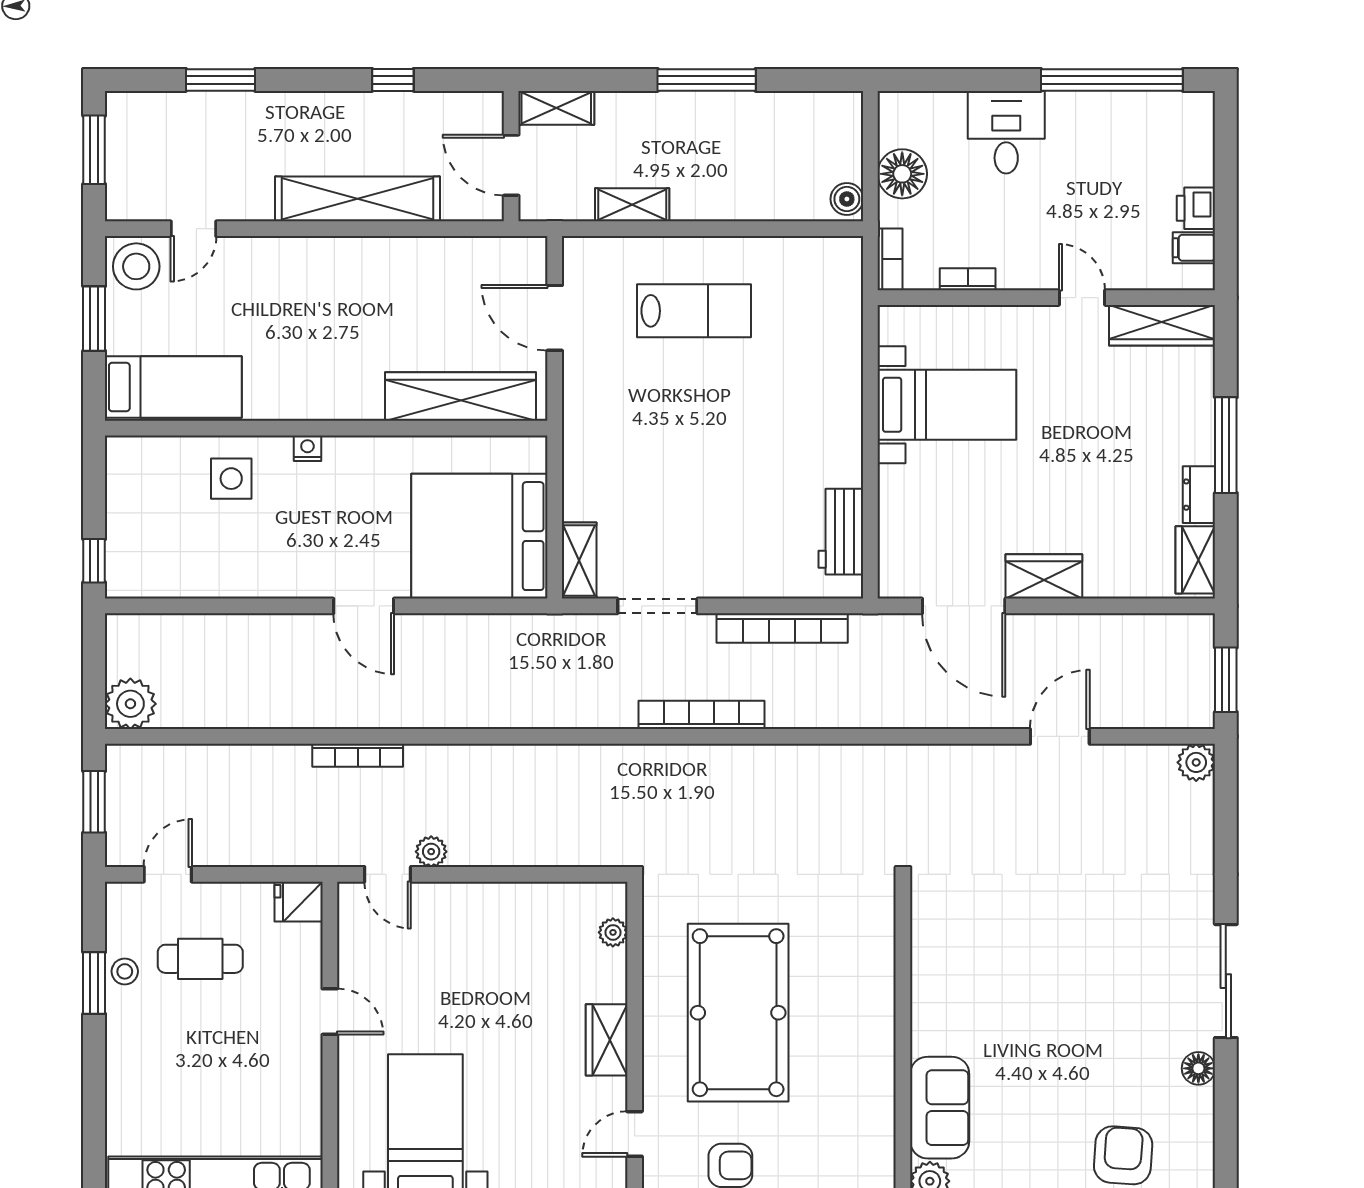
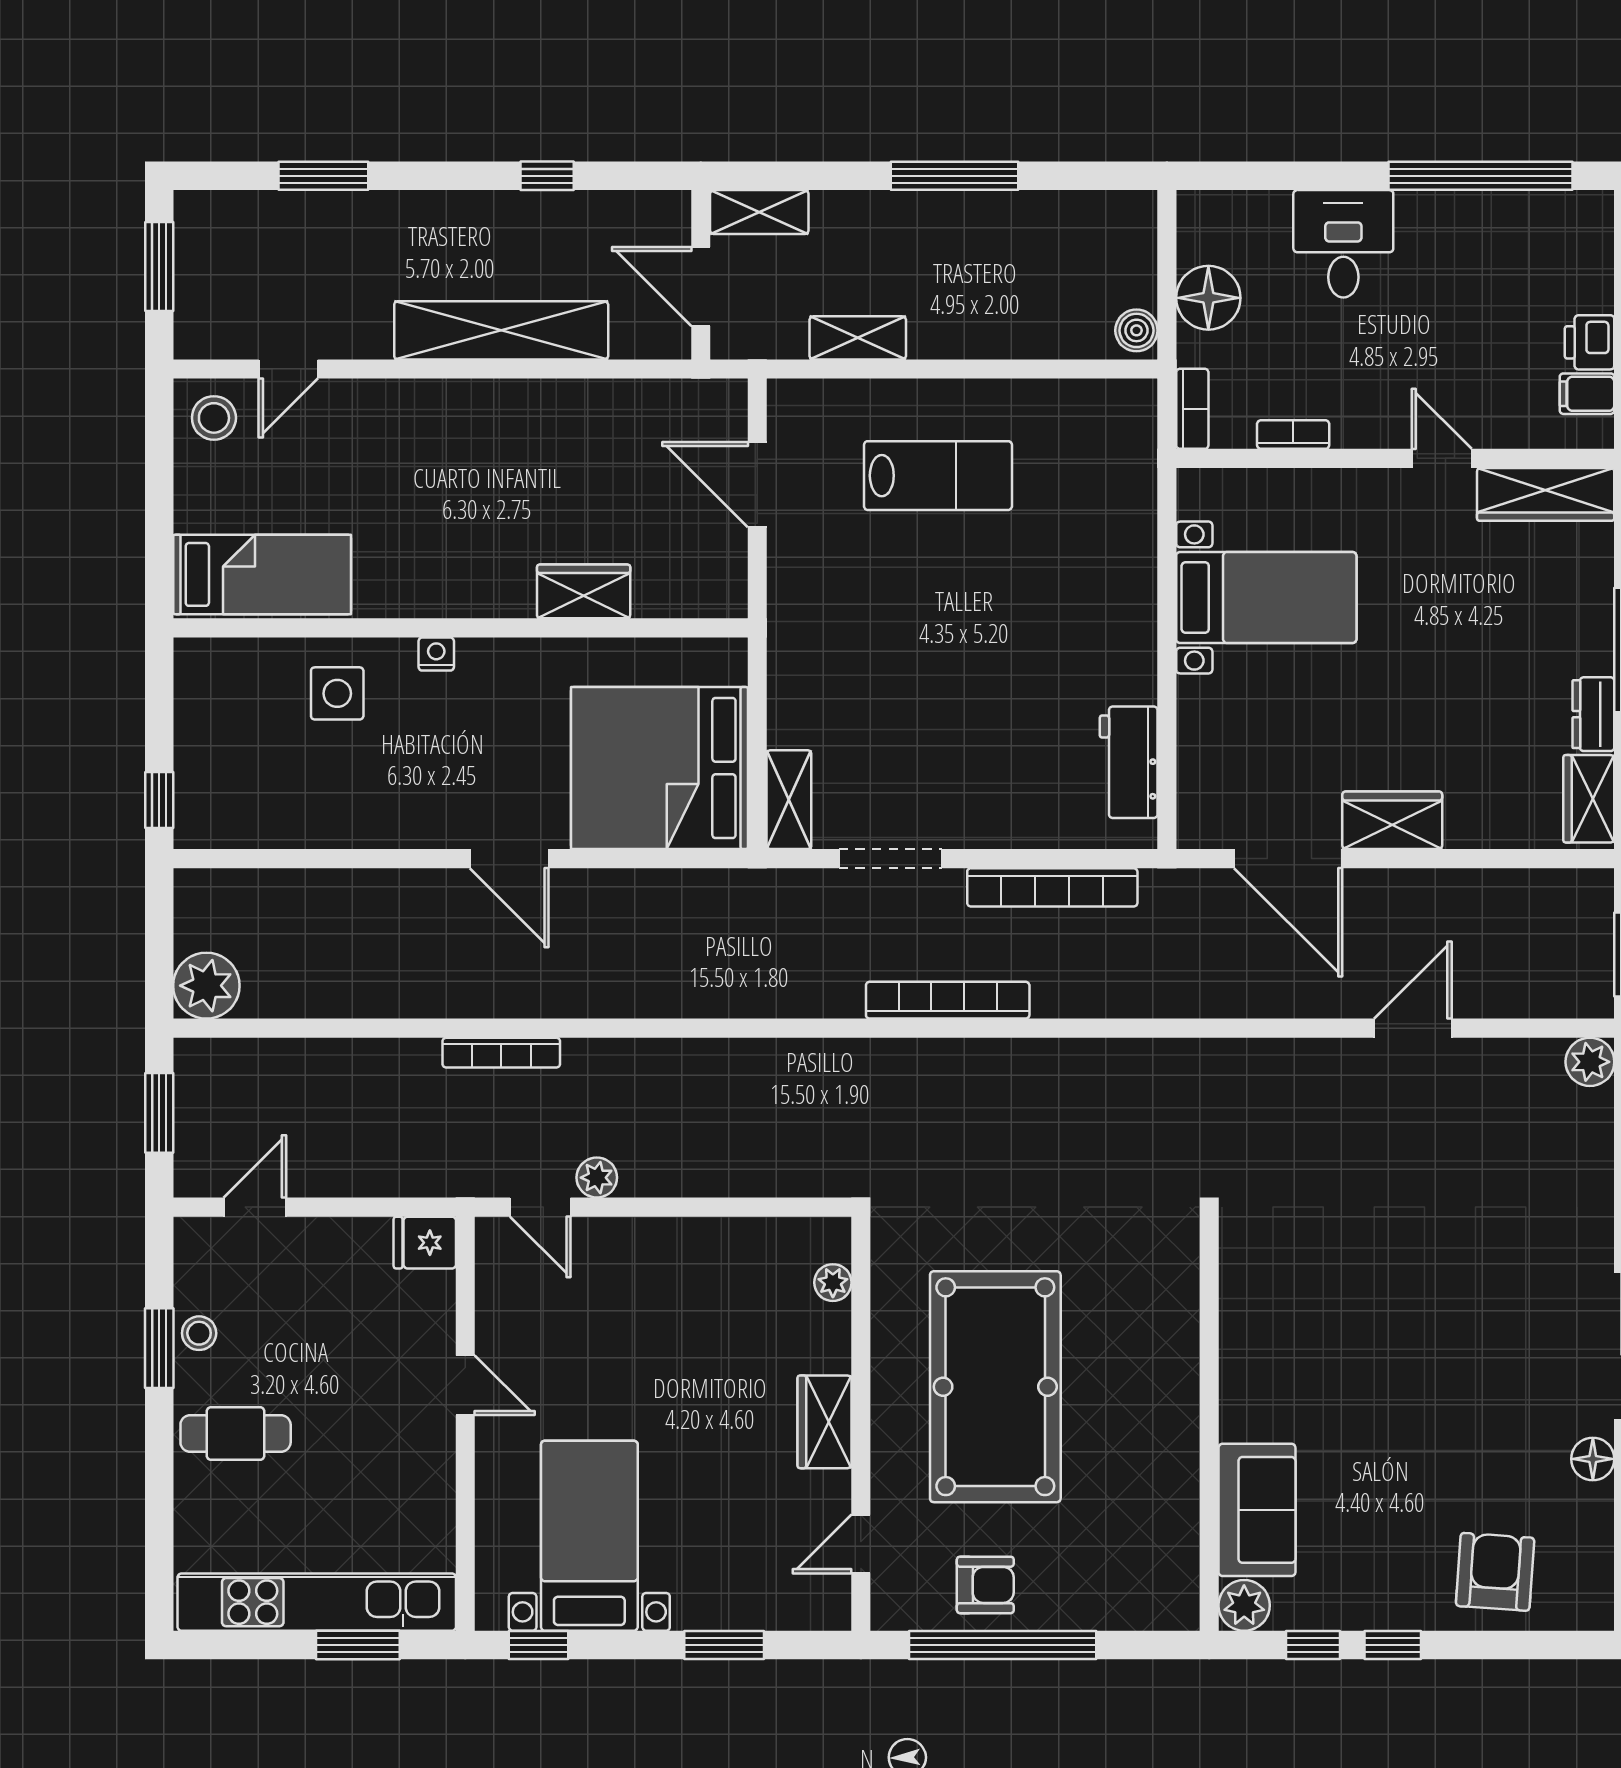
stool: (136, 266) -> (214, 418), width x0.73, depth x0.73
window: (94, 319) -> (159, 486), removed
wardrobe: (460, 397) -> (584, 591), width x0.48, depth x0.85
cafe table: (200, 959) -> (236, 1434), moved

